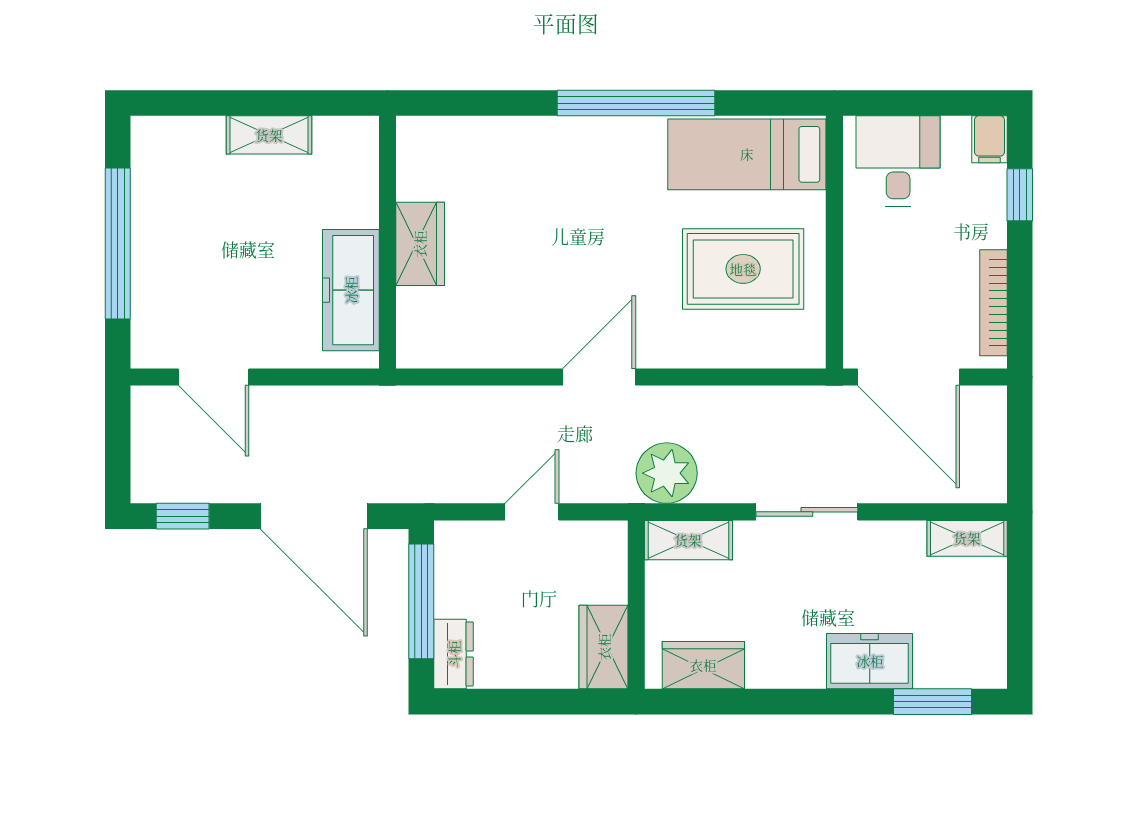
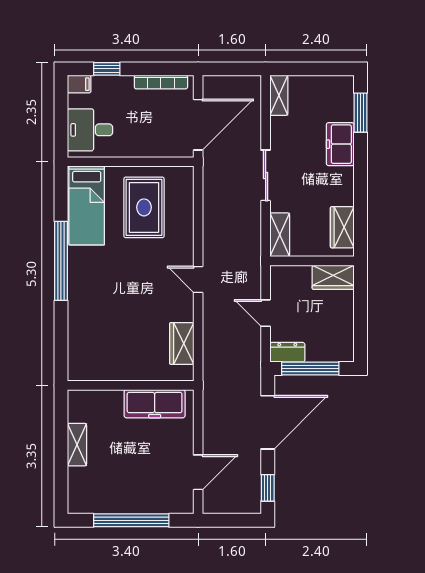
wardrobe: (420, 244) -> (182, 343), moved, turned -90
door: (599, 377) -> (198, 279), width x0.73
plant: (667, 473) -> (246, 246), removed
dresser: (454, 654) -> (287, 352), moved

